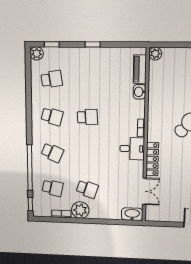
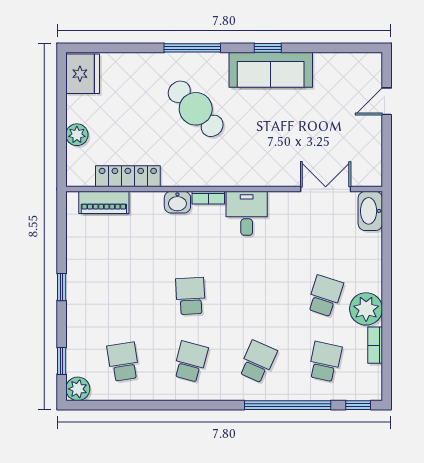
plant: (155, 54) -> (77, 135), moved
washbasin: (139, 92) -> (177, 202), moved
locker: (152, 159) -> (128, 176), moved

